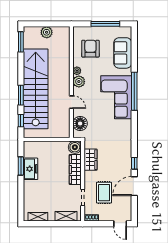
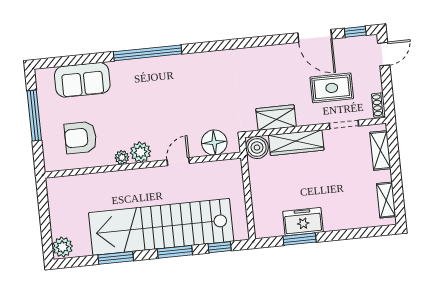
plant: (47, 32) -> (62, 247), moved
window: (21, 42) -> (116, 258), moved
corner sofa: (116, 97) -> (161, 83), removed
window: (134, 163) -> (355, 32), moved

